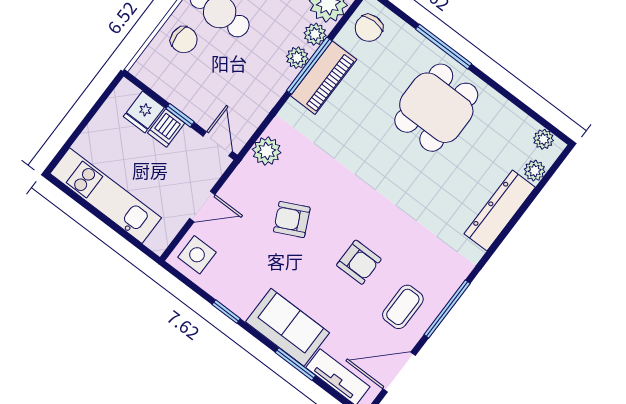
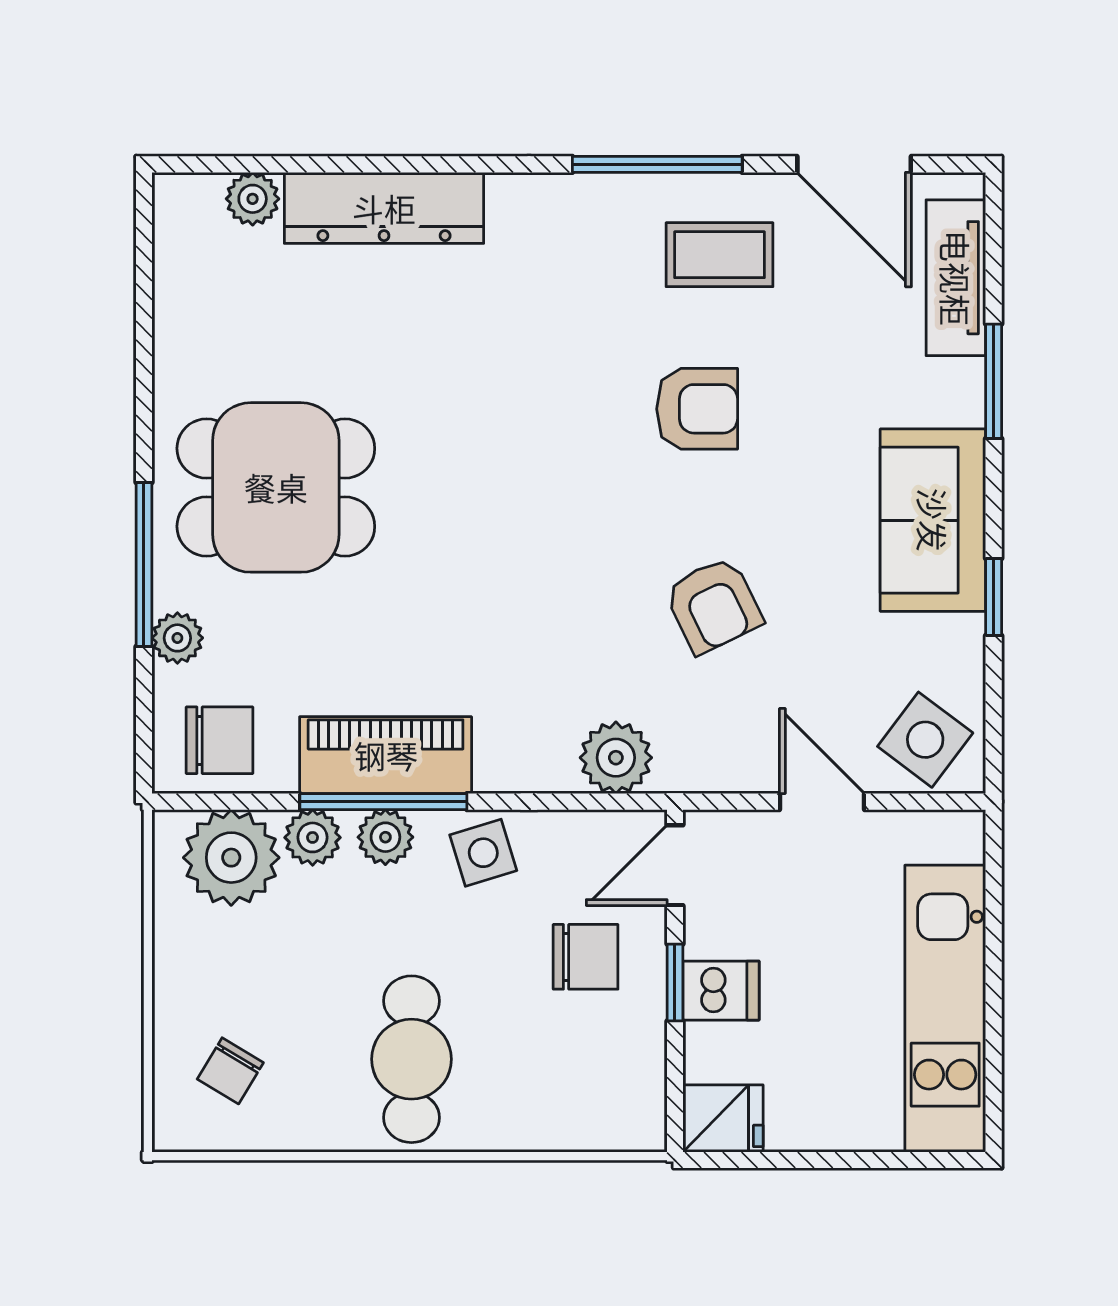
chair: (184, 40) -> (586, 957), moved, turned 90
side table: (268, 85) -> (483, 853), added
fridge: (144, 112) -> (723, 1118), moved
plant: (543, 139) -> (177, 638), moved
side table: (197, 255) -> (925, 740), turned 37
armchair: (359, 262) -> (697, 409), turned 90
sofa: (287, 327) -> (933, 520), moved

